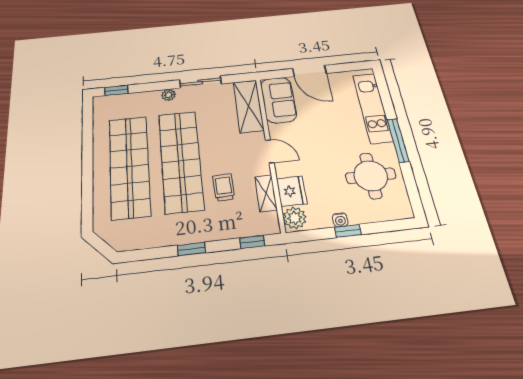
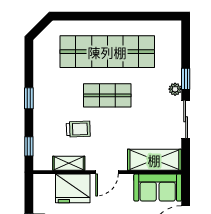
window: (116, 90) -> (186, 79), moved
shop shelf: (181, 161) -> (107, 95), width x0.50, depth x0.74
fridge: (292, 191) -> (73, 188), width x1.36, depth x1.34
plant: (295, 218) -> (45, 183), removed

